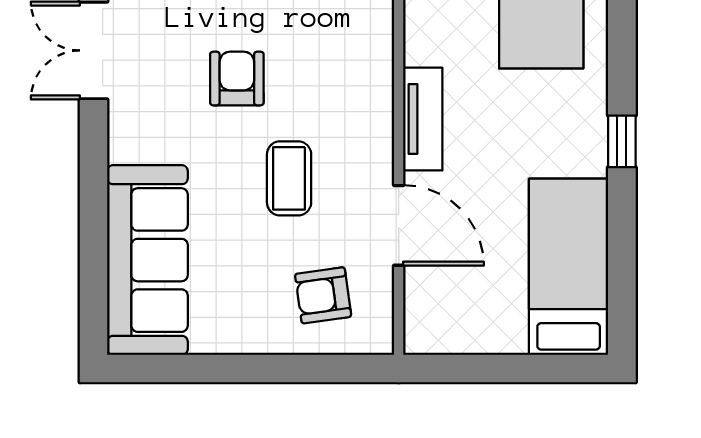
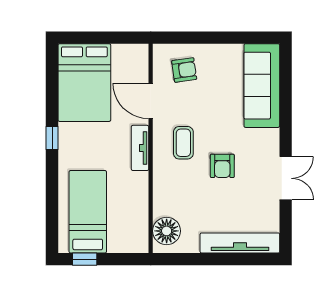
coffee table: (289, 178) -> (183, 143), moved
bed: (569, 267) -> (84, 83), width x1.50

